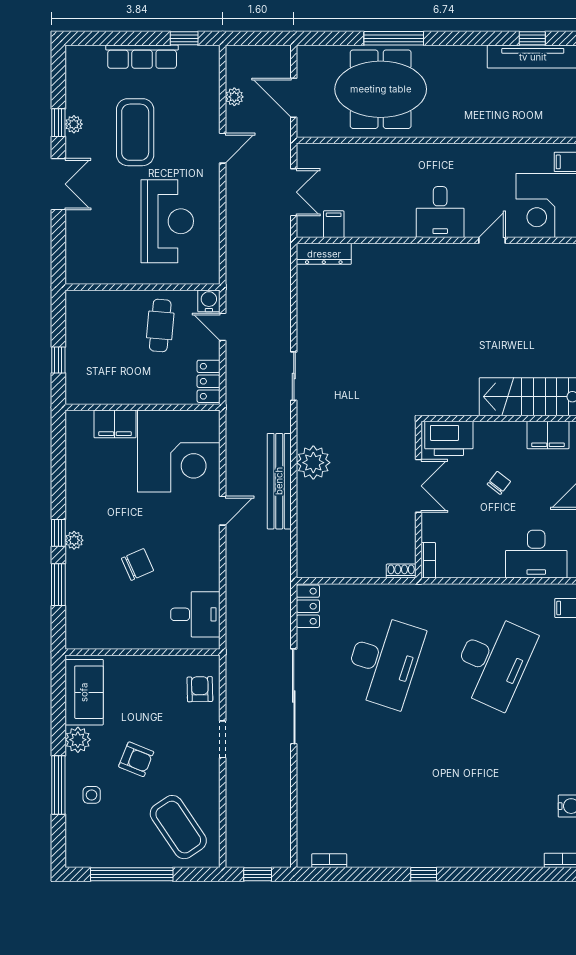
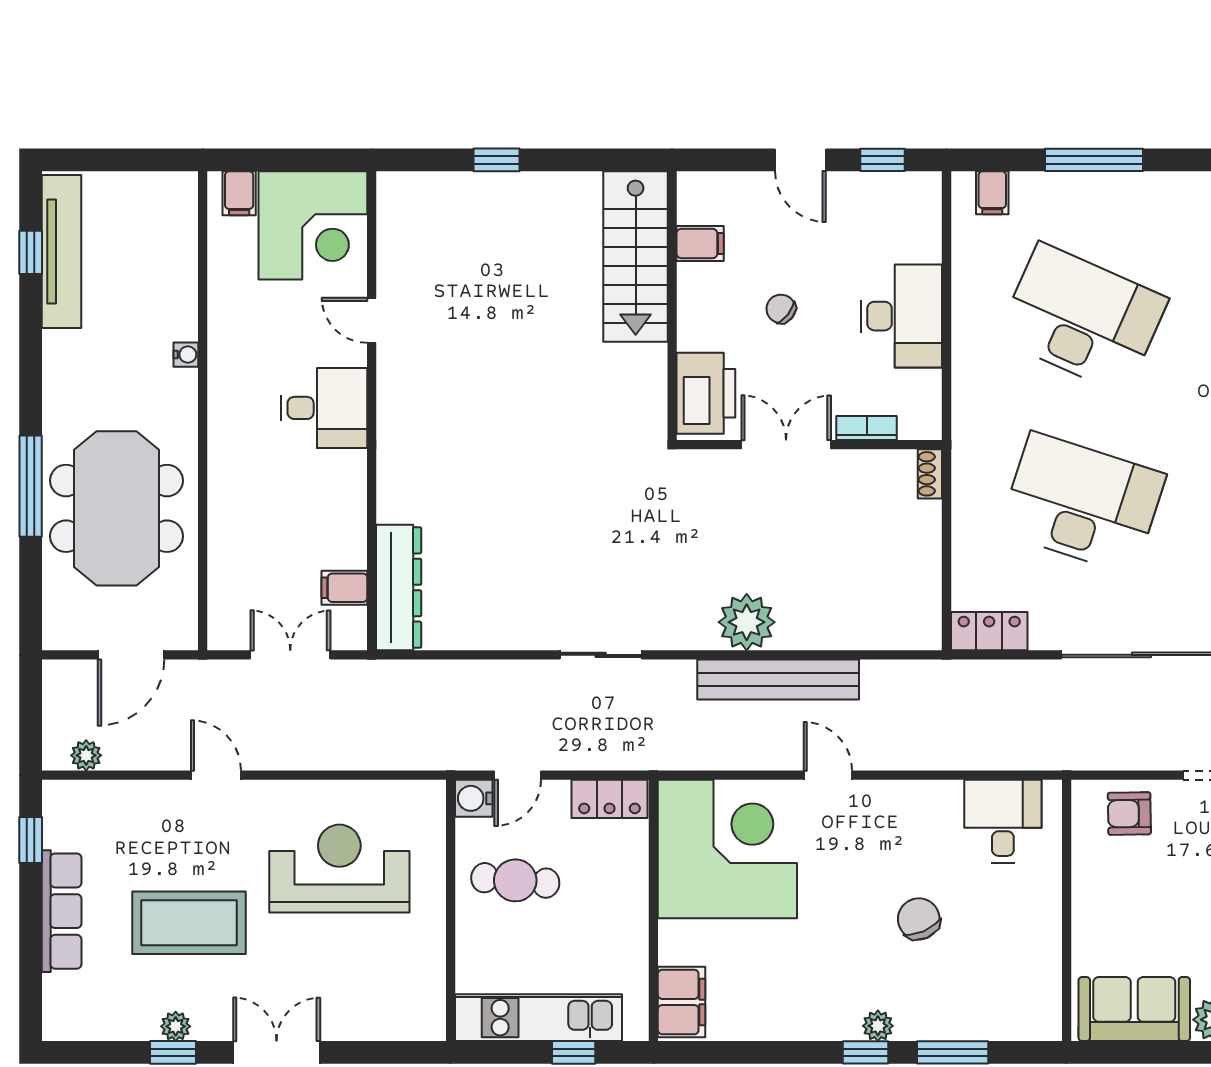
plant: (234, 97) -> (86, 755), moved
water cooler: (472, 130) -> (186, 355), added
dresser: (324, 254) -> (399, 588), width x1.37, depth x1.24
kitchen unit: (79, 339) -> (538, 1018), added
filing cabinet: (115, 424) -> (681, 1002), moved
filing cabinet: (548, 435) -> (700, 243), width x0.50
desk: (536, 554) -> (901, 316), moved
bookcase: (428, 560) -> (867, 428), moved

